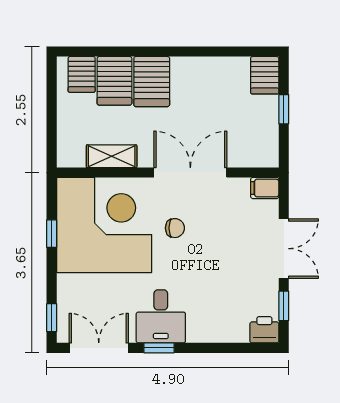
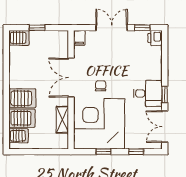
window: (52, 318) -> (136, 152), moved

